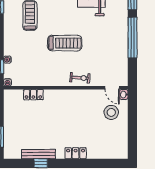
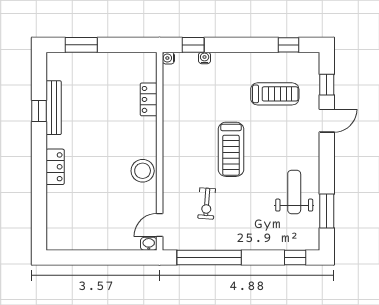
window: (132, 38) -> (209, 258), moved
exercise bike: (80, 78) -> (207, 203), moved
stool: (111, 112) -> (143, 171), moved

